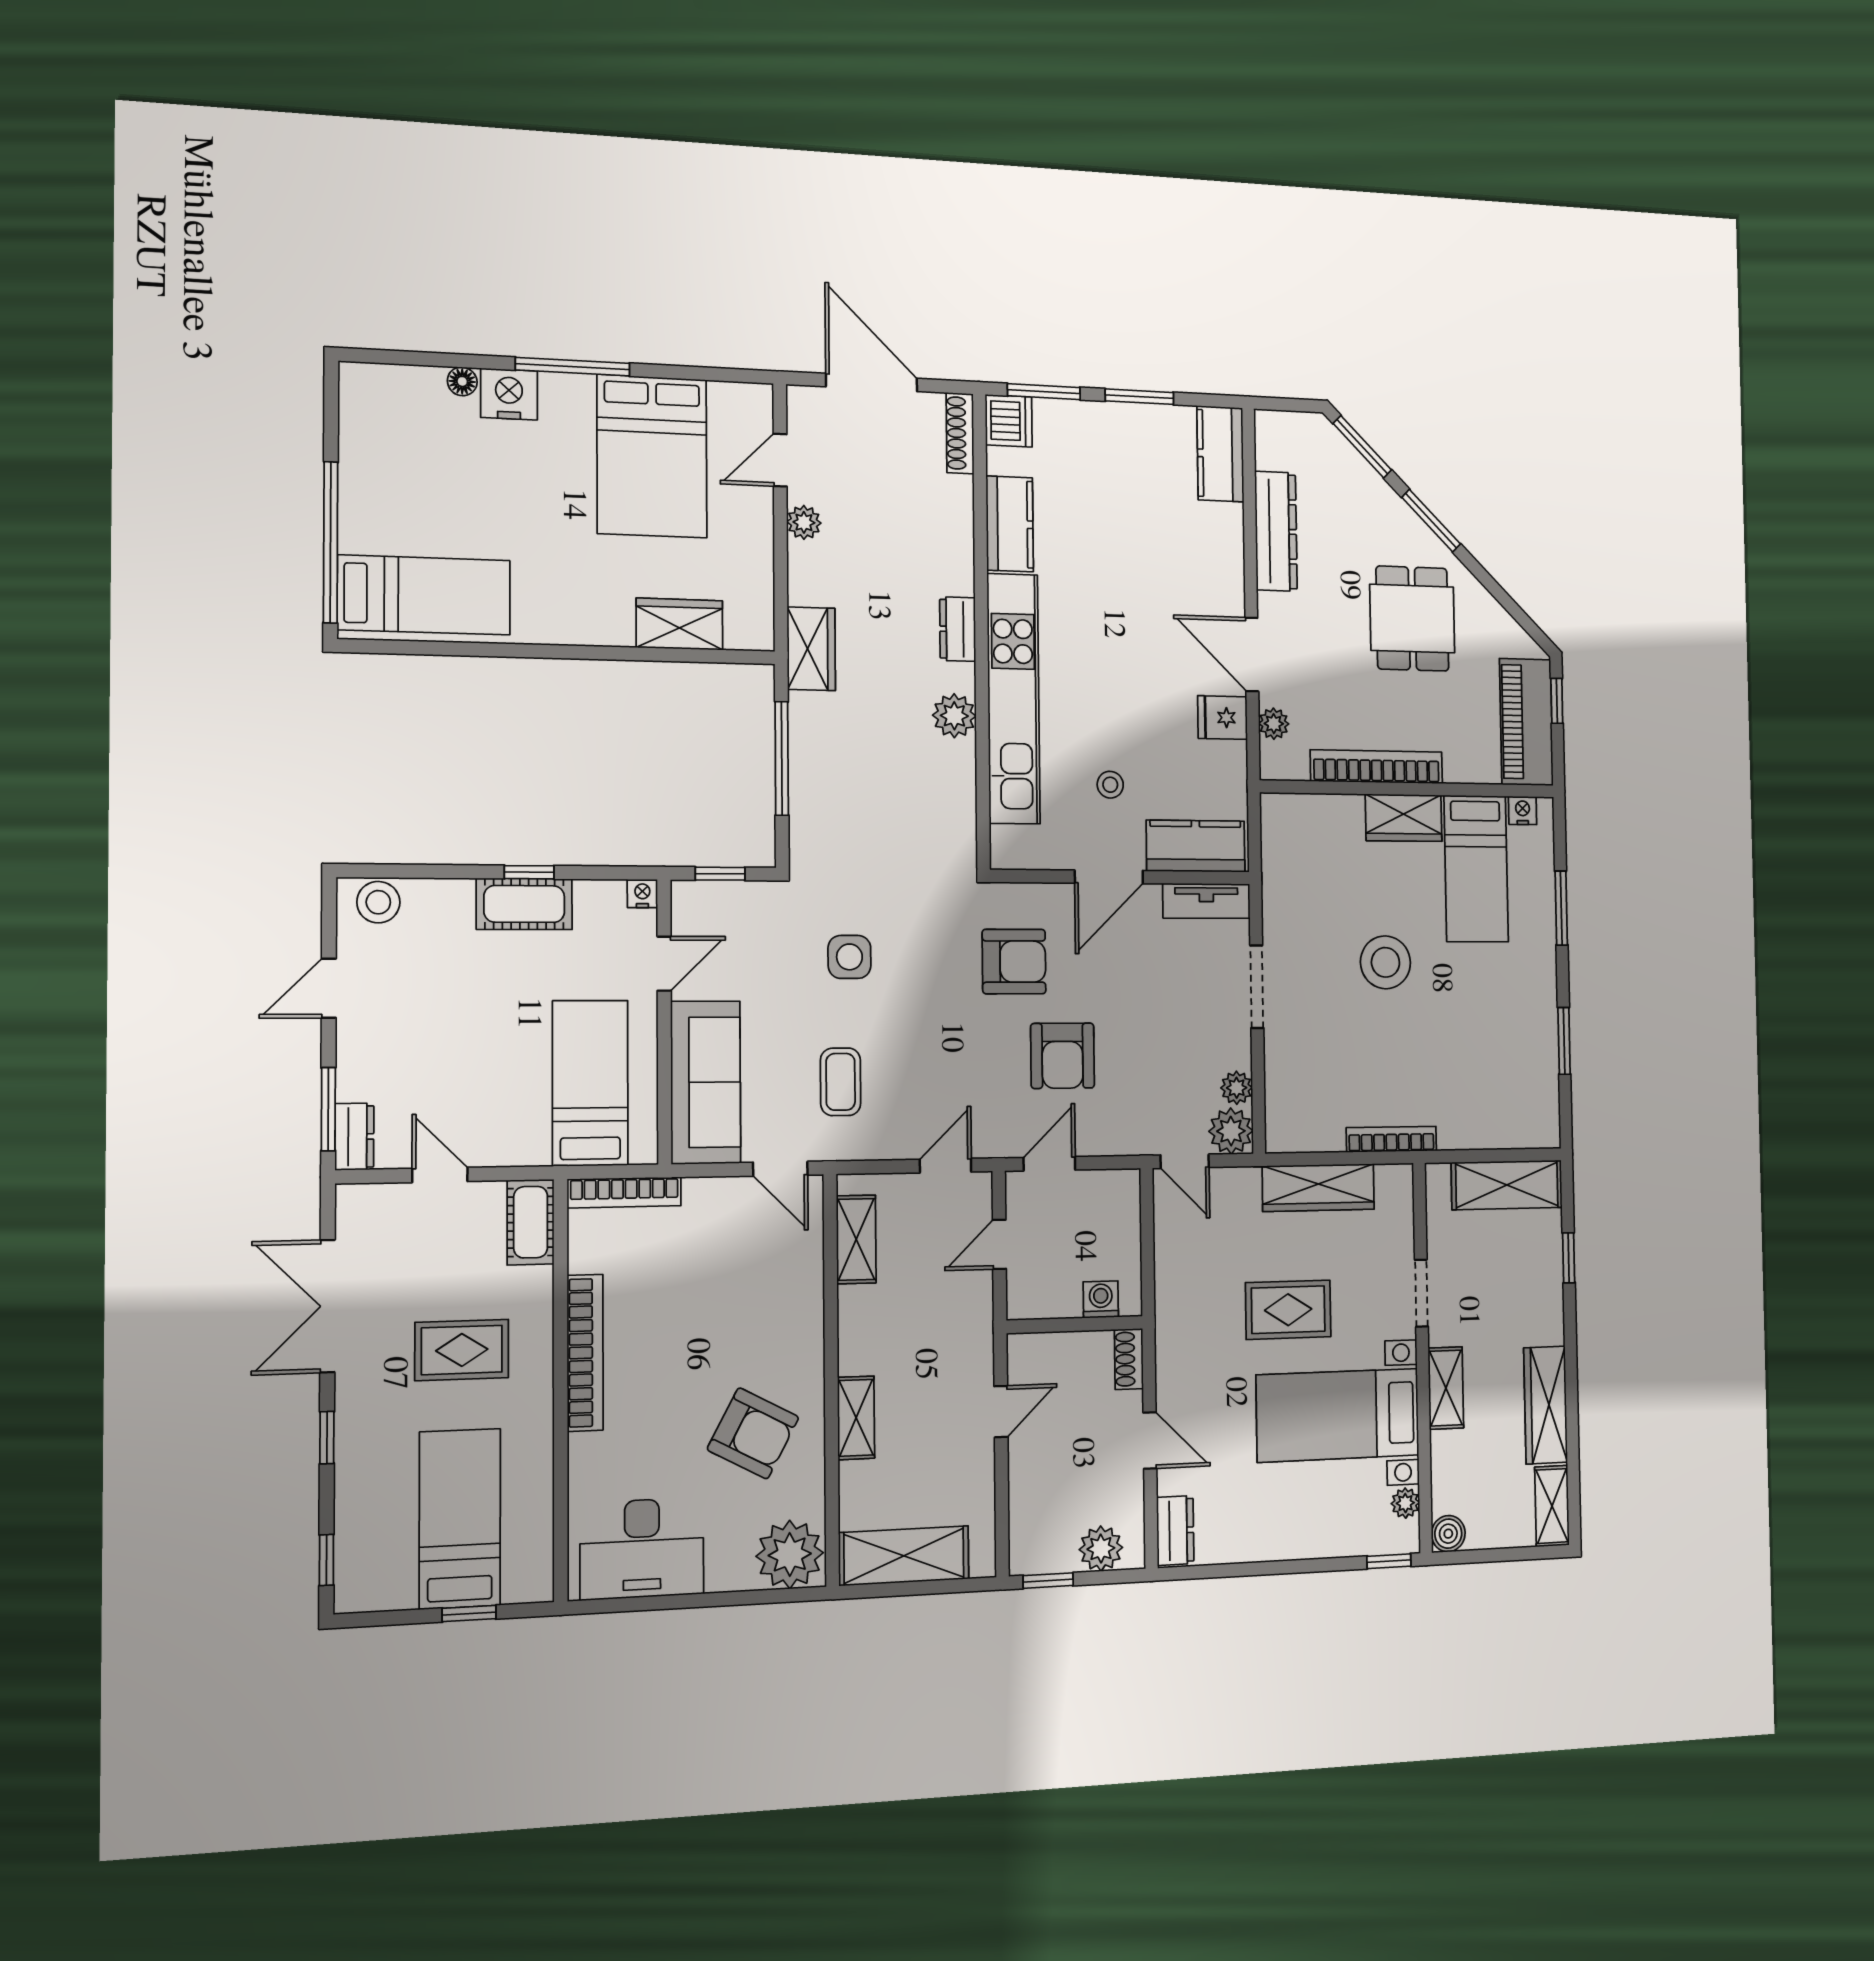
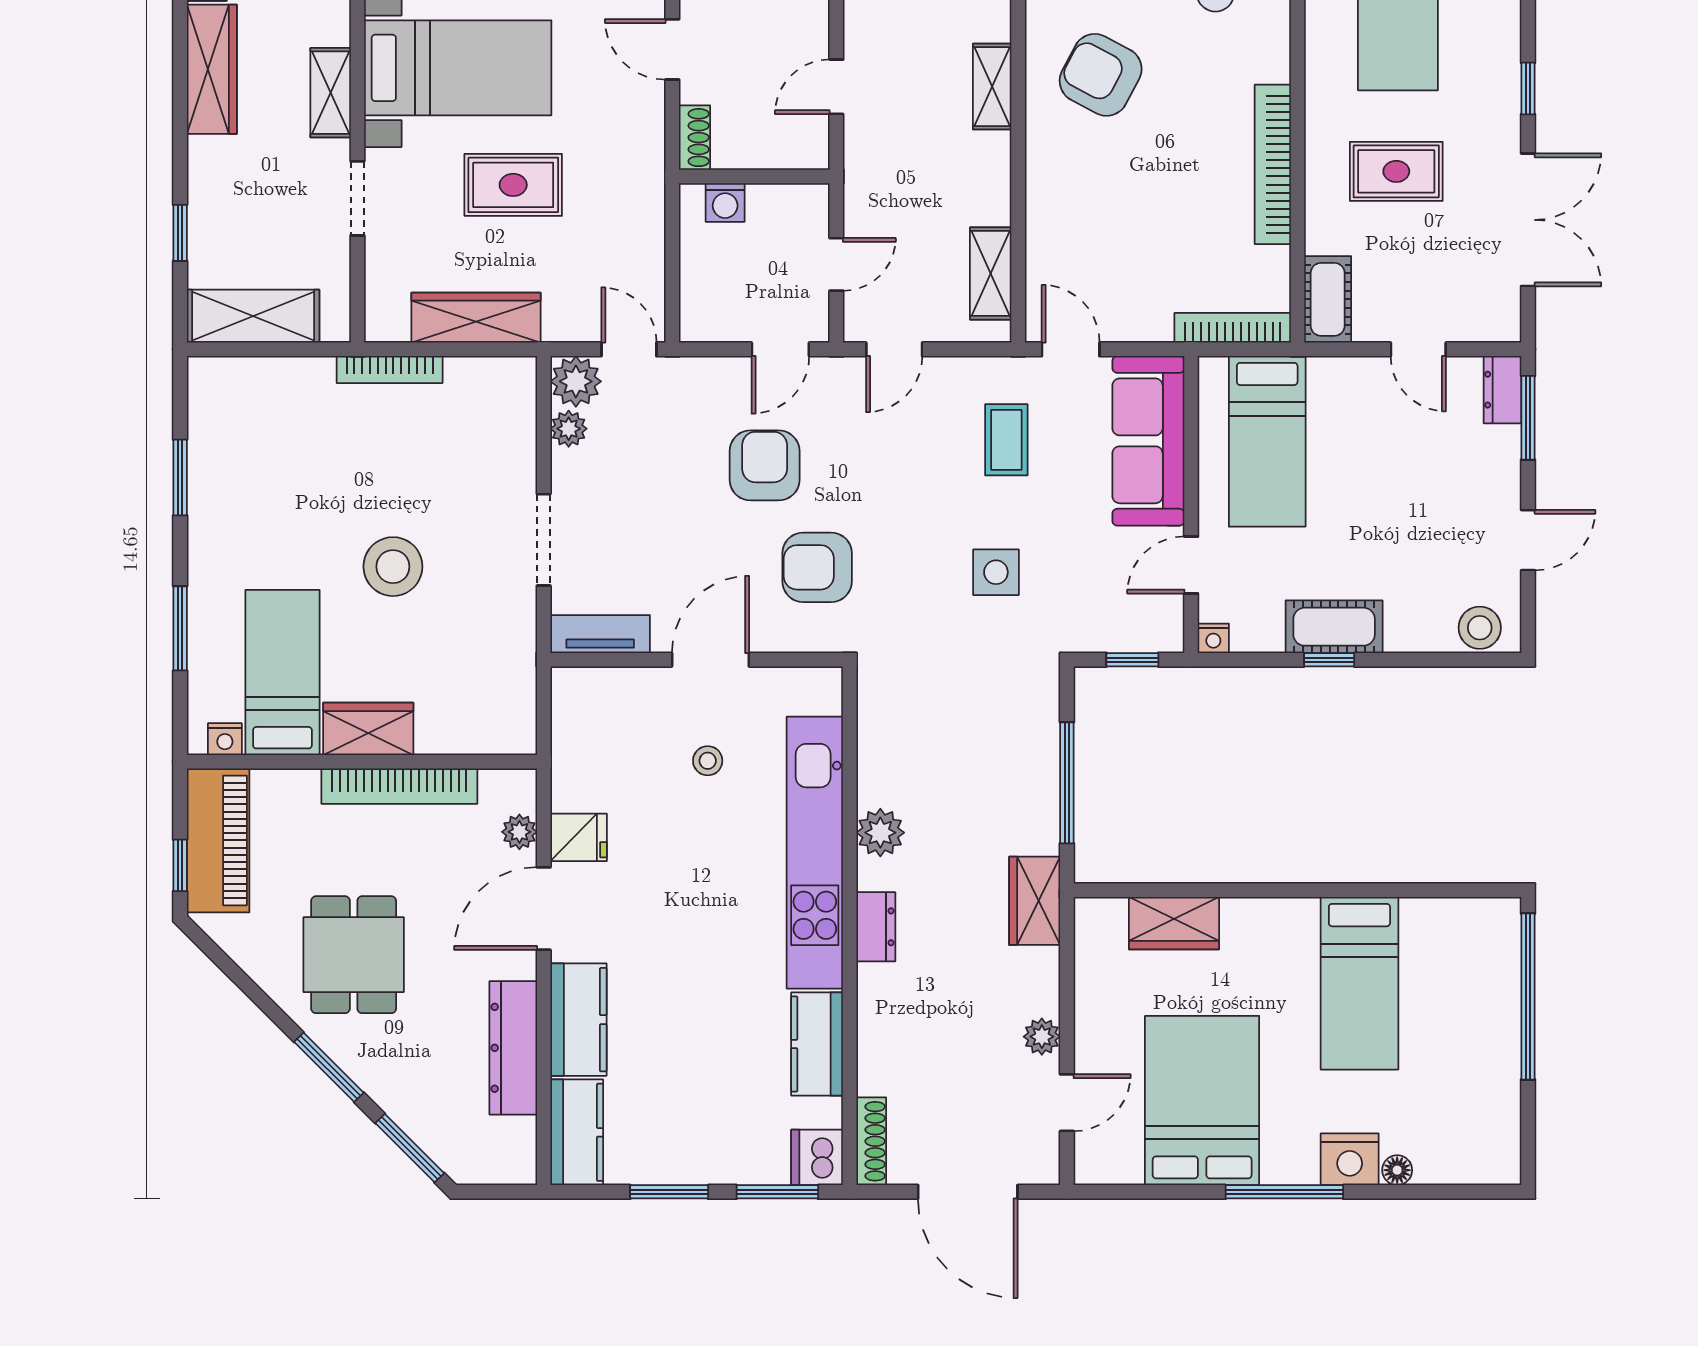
bed: (424, 595) -> (1359, 983), moved, turned -90
door: (1252, 654) -> (544, 909), swing flipped
kitchen counter: (1196, 846) -> (578, 1020), moved, turned -90

